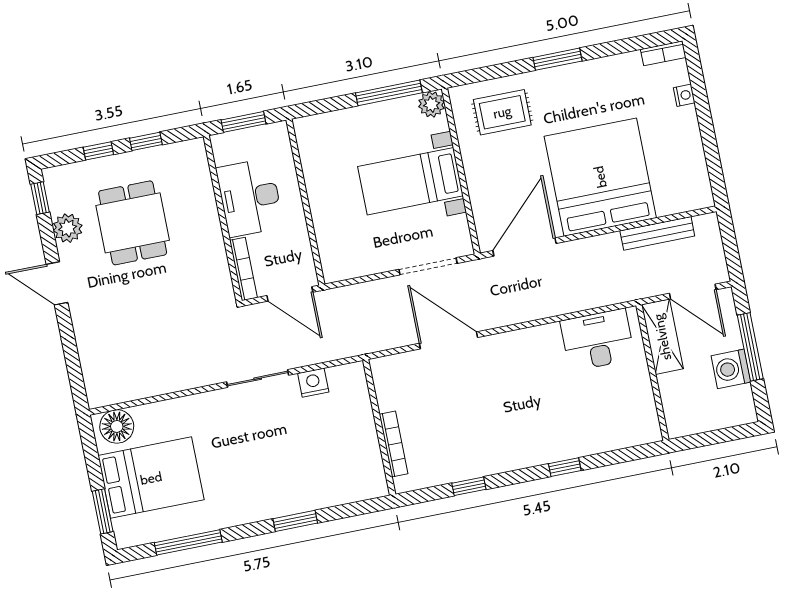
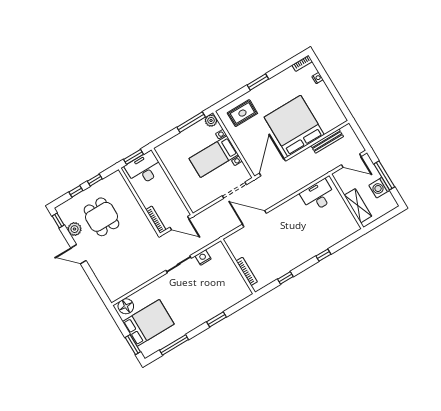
desk: (250, 198) -> (144, 169), moved, turned 90
shelving: (662, 337) -> (358, 206), moved

